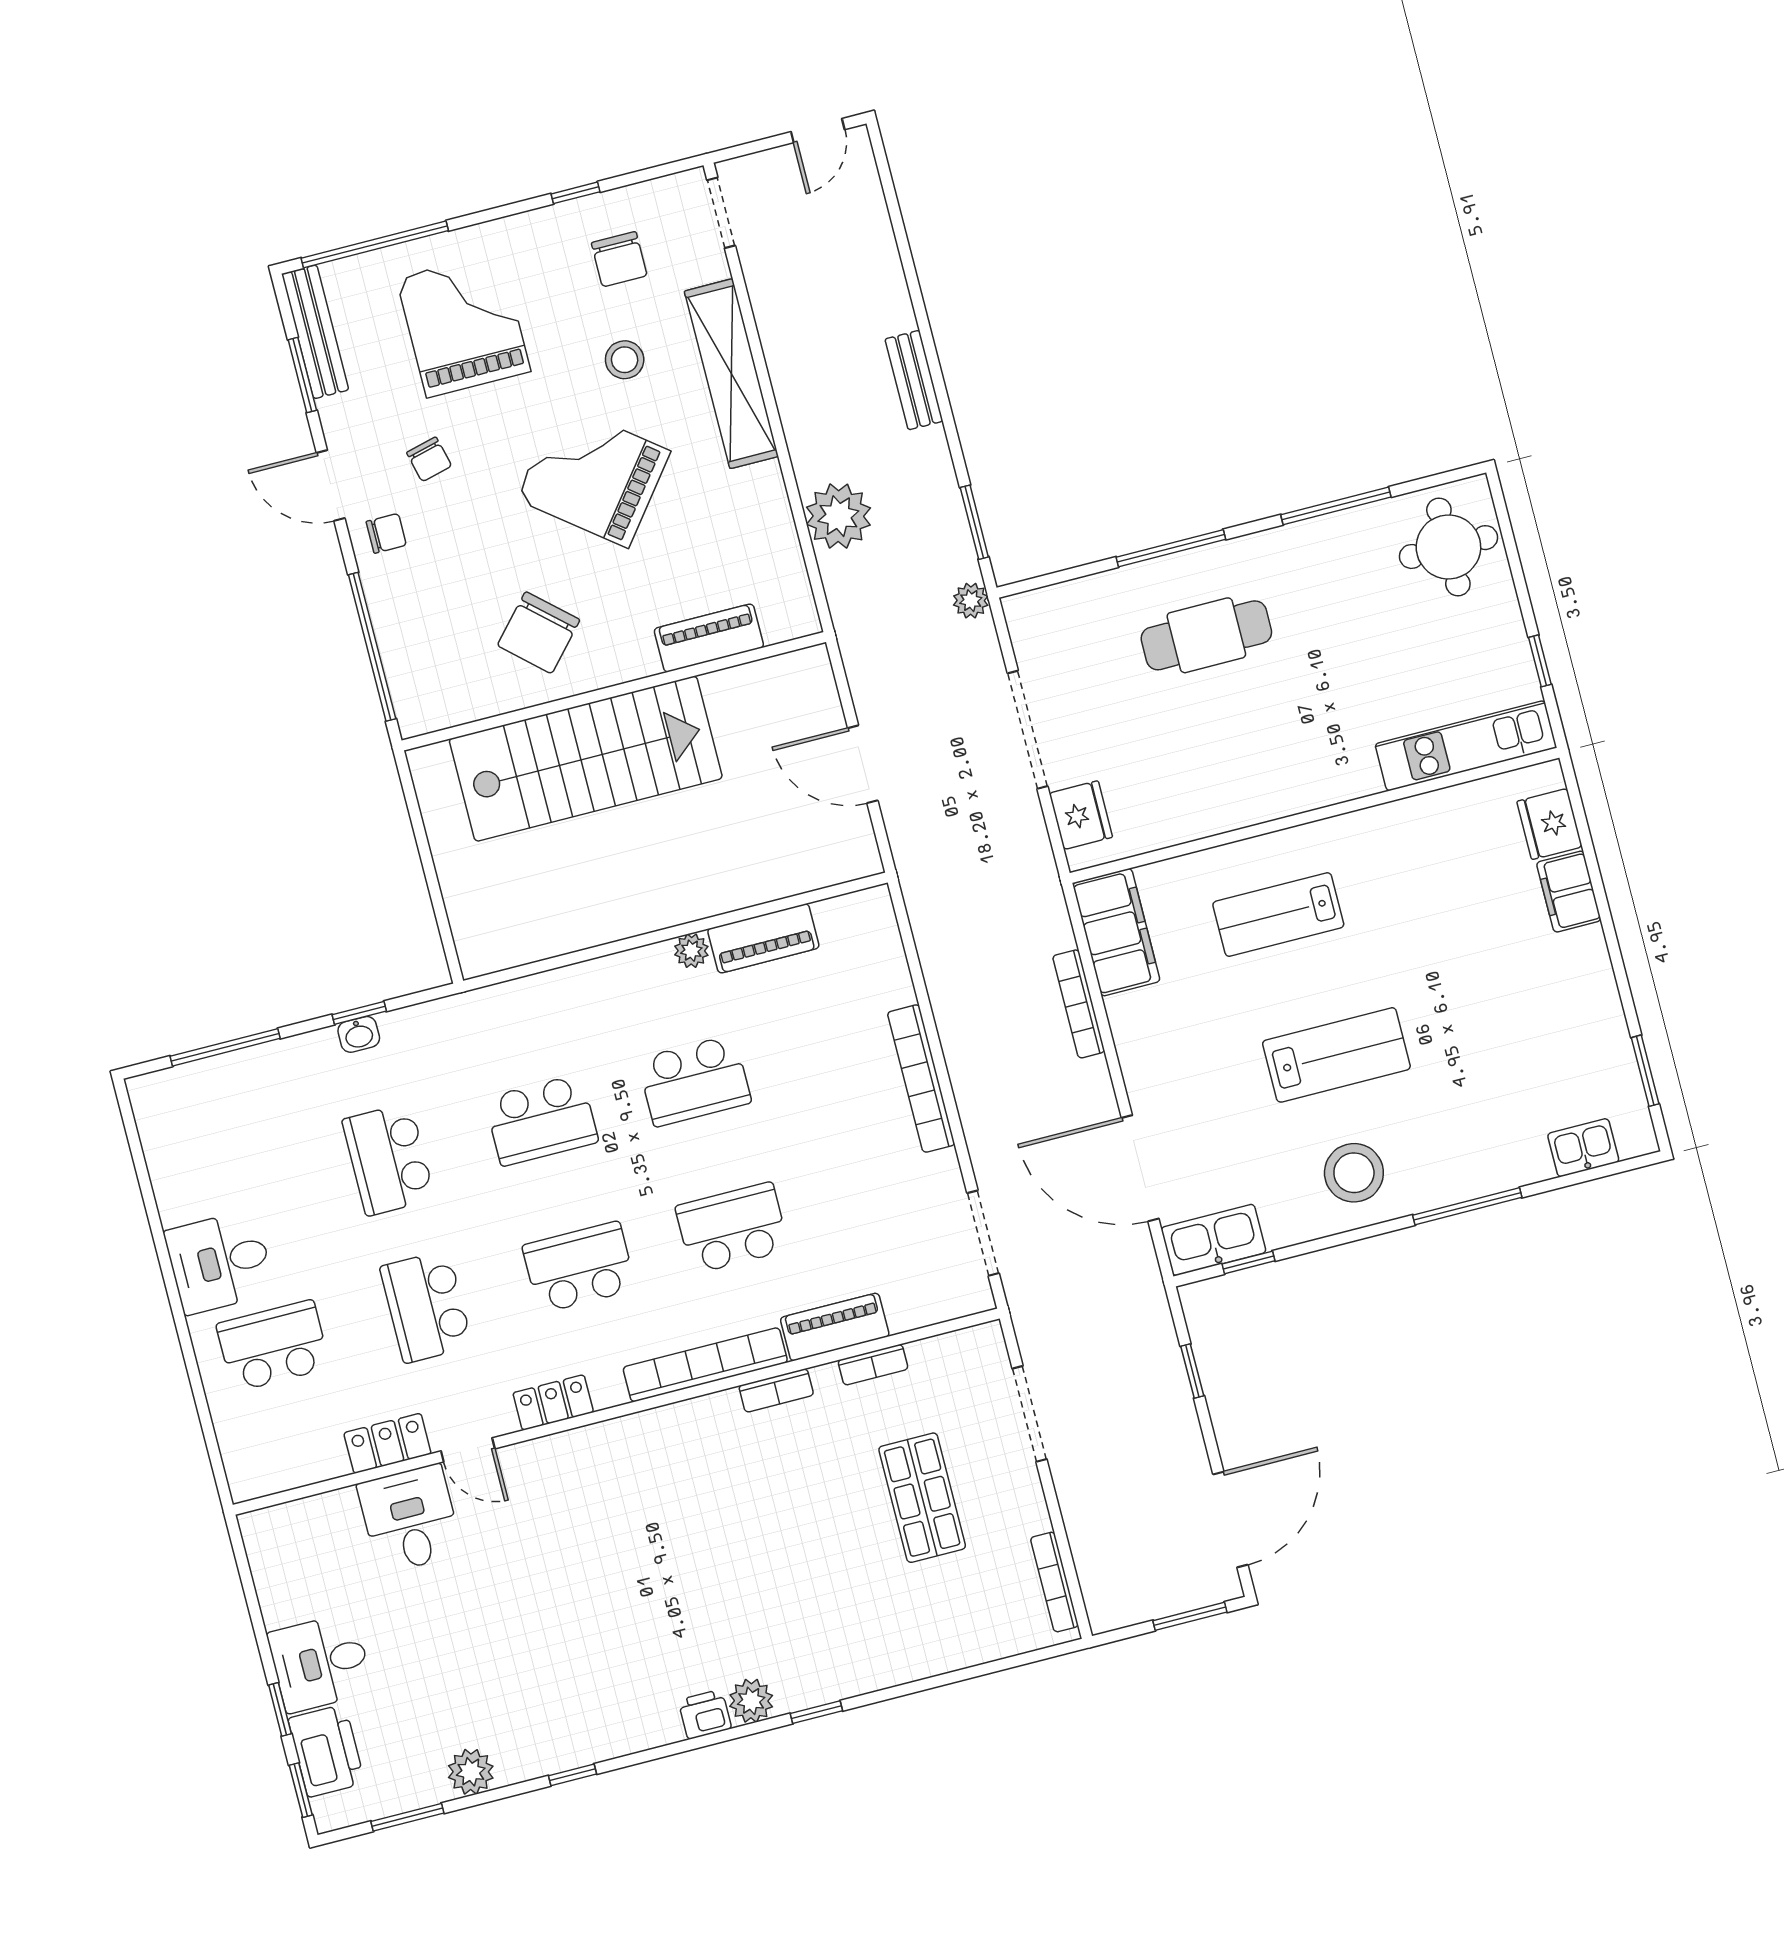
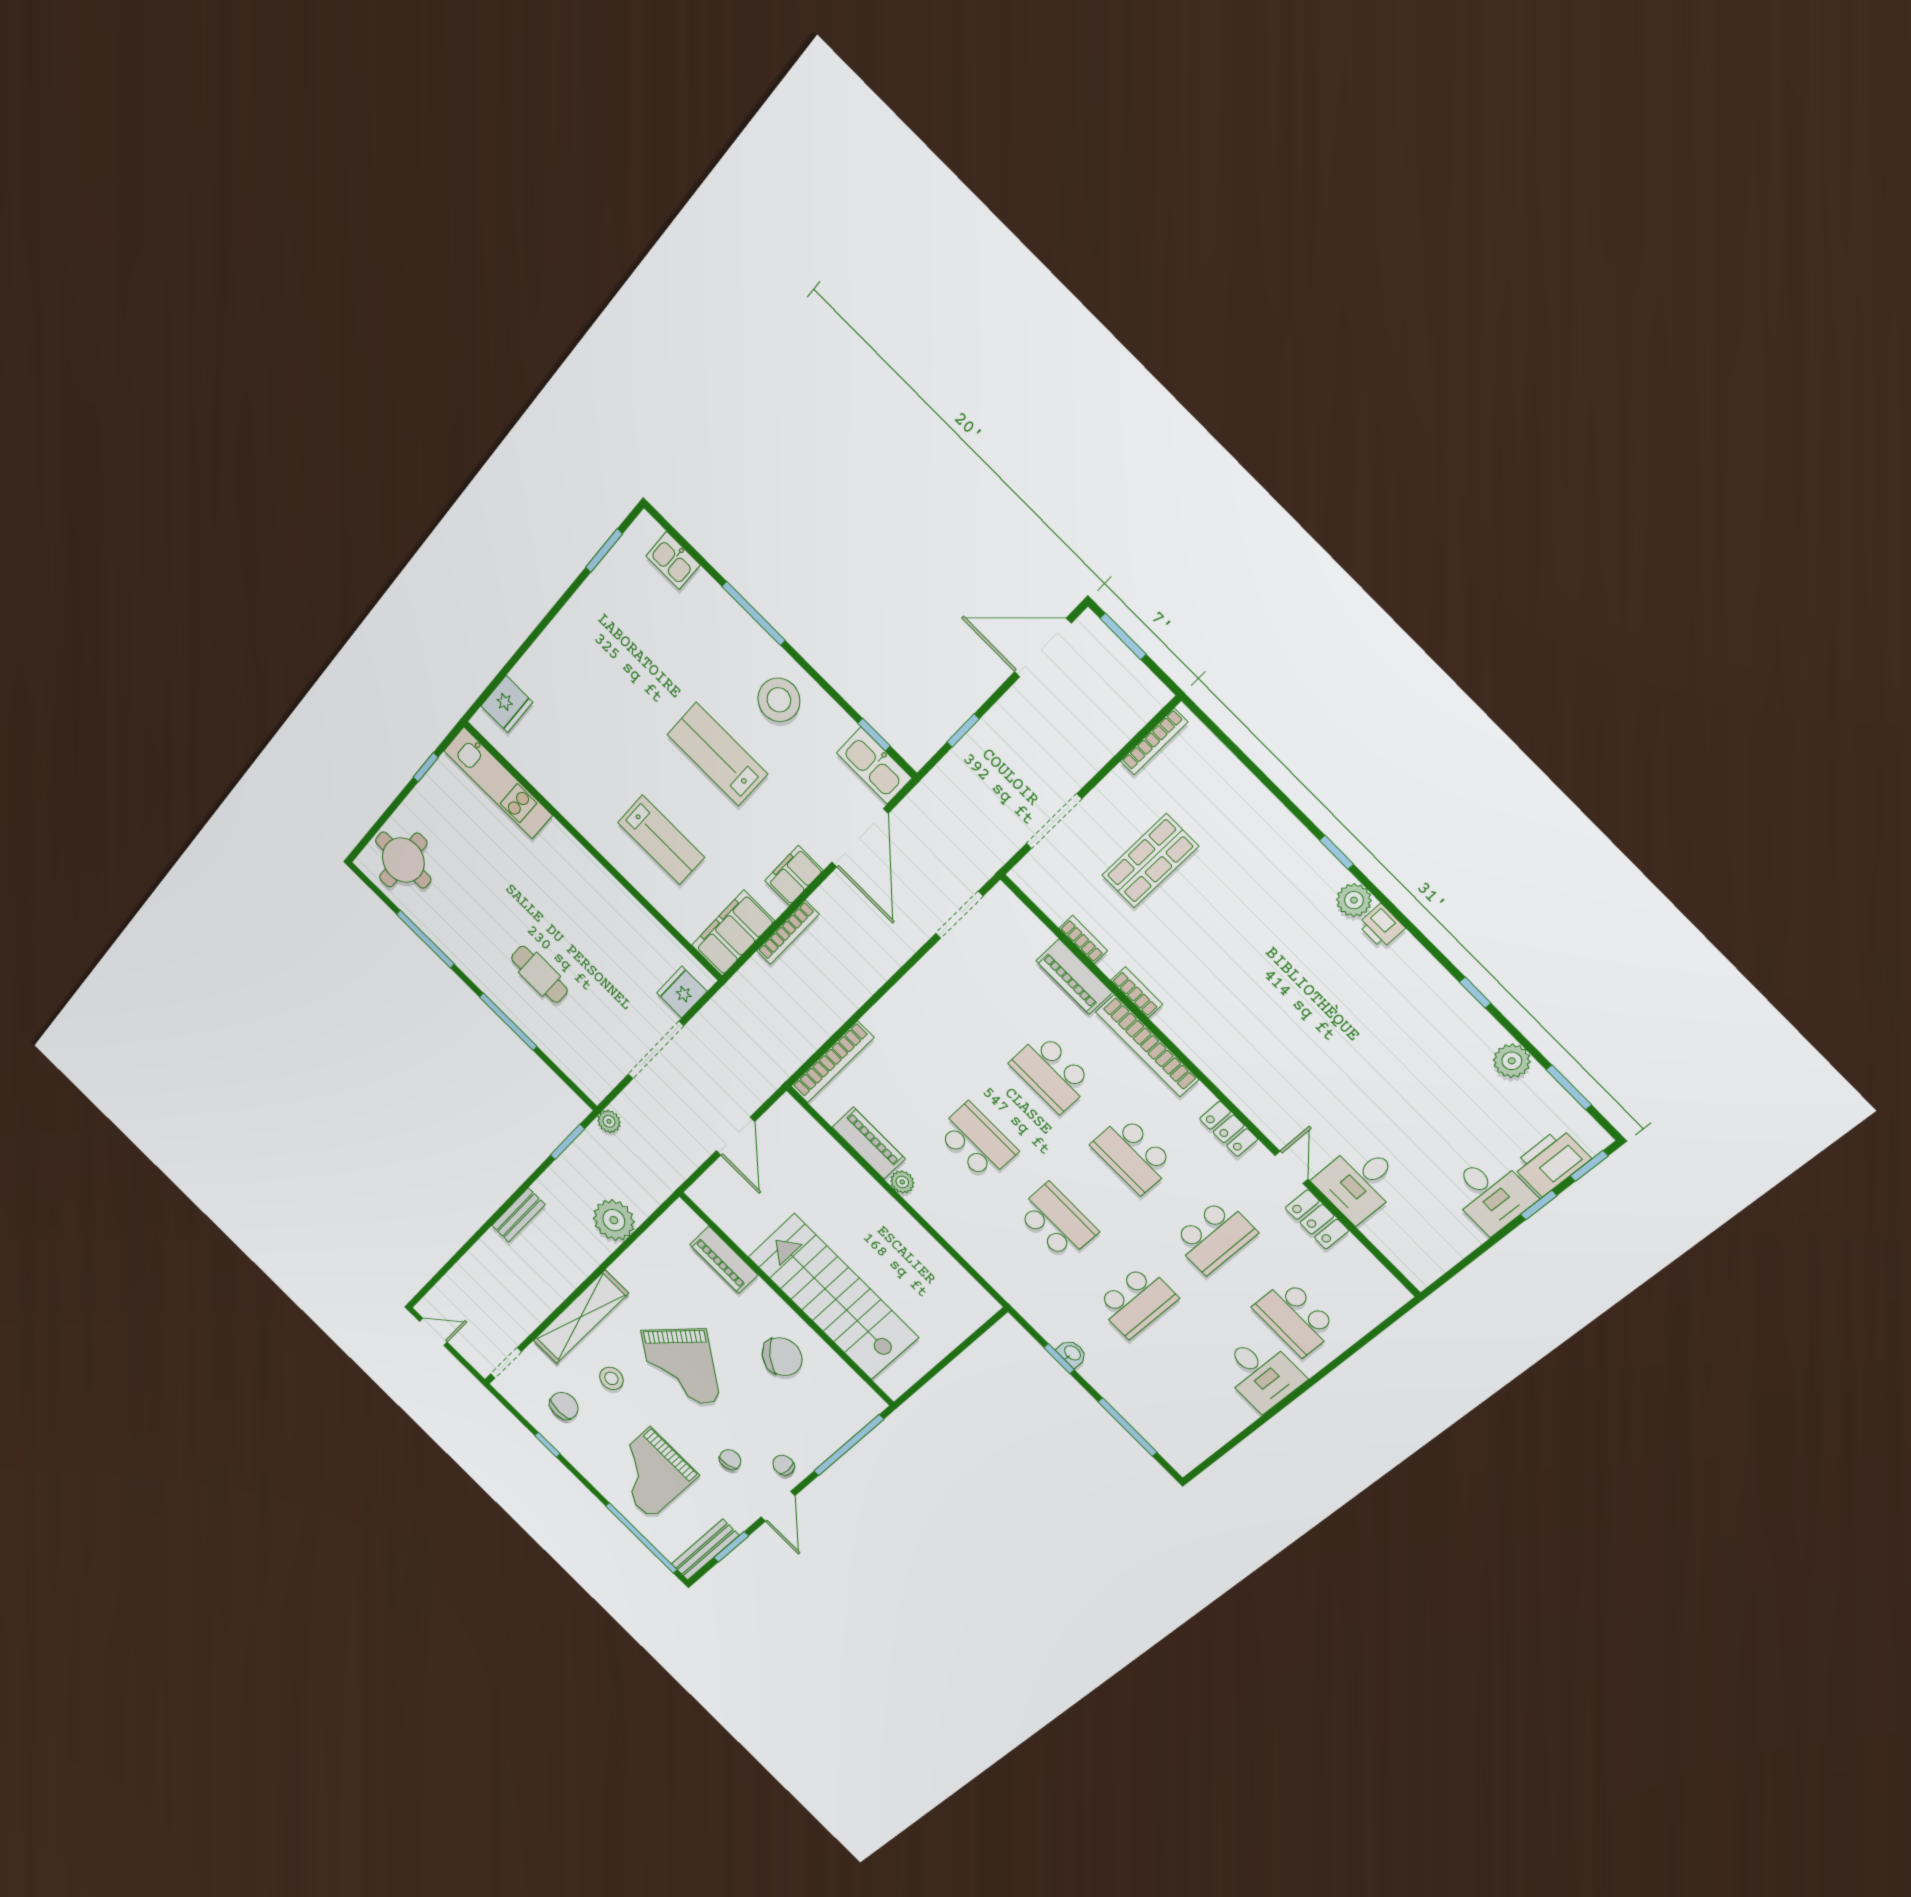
cafe table: (1206, 635) -> (539, 974), width x0.73, depth x0.74
filing cabinet: (1569, 892) -> (794, 876), moved, turned 180
bookcase: (921, 1079) -> (832, 1062), moved

